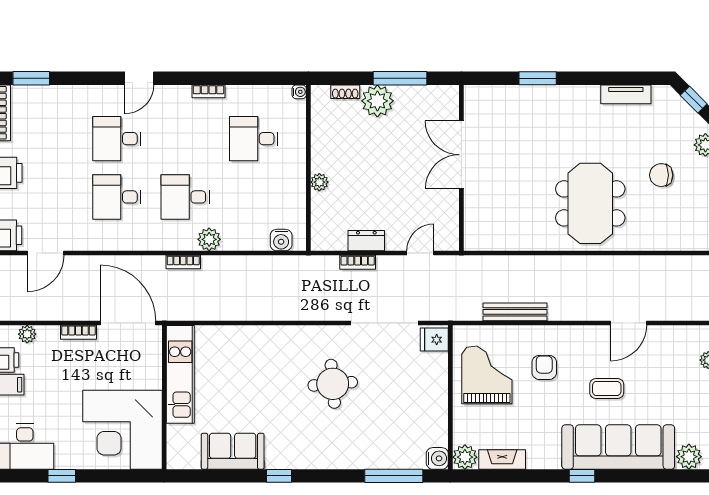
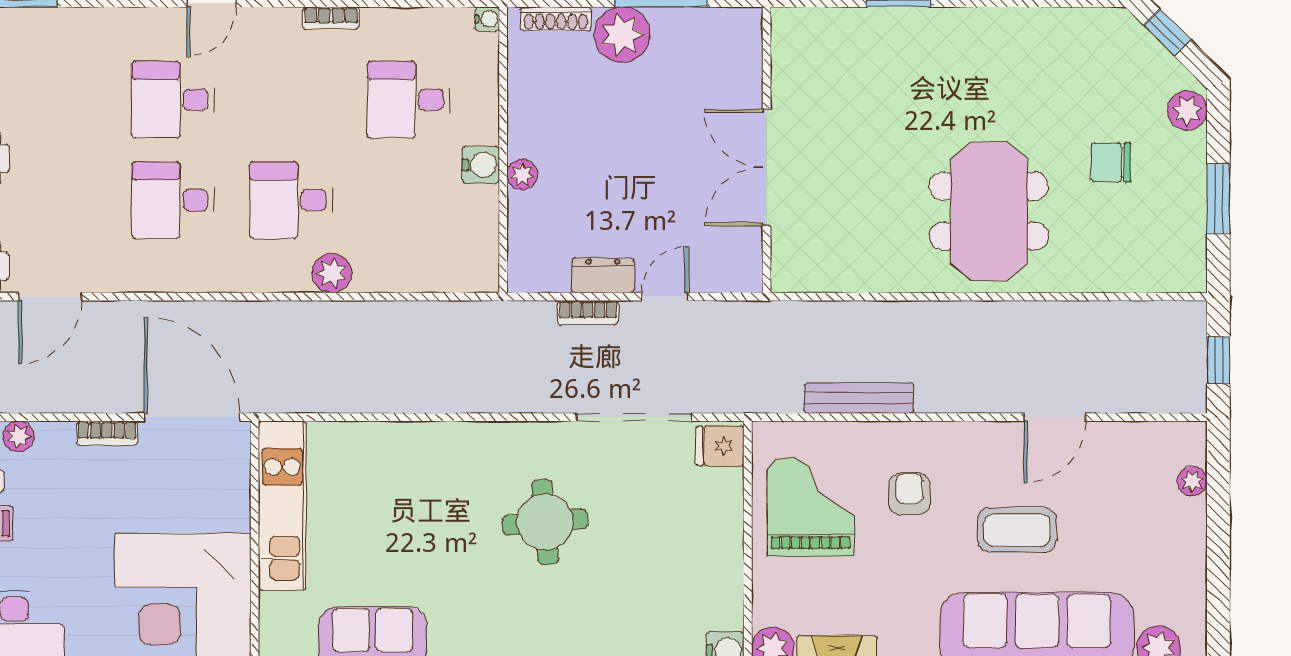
shoe rack: (345, 92) -> (556, 19), width x1.43
tv unit: (626, 94) -> (1050, 23), removed
double door: (461, 155) -> (767, 167), moved
water cooler: (281, 240) -> (481, 165), moved, turned -90
door: (420, 253) -> (665, 297), moved
bookcase: (183, 262) -> (287, 312), removed
coffee table: (607, 388) -> (1017, 530), width x1.36, depth x1.30

